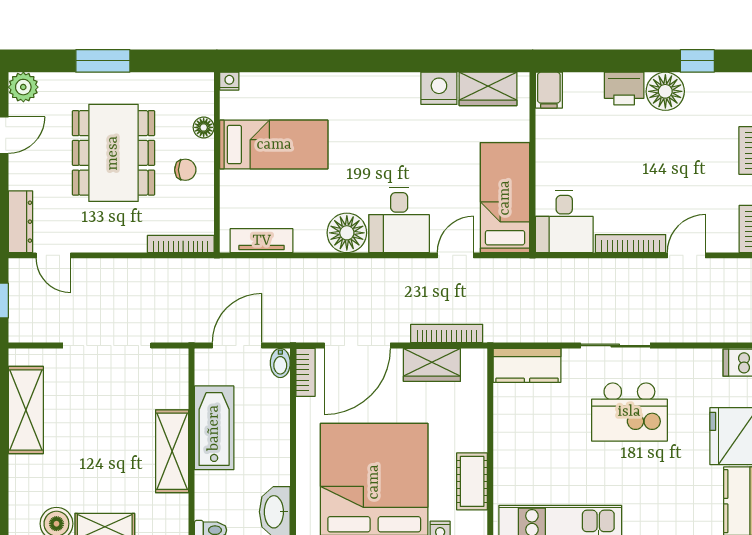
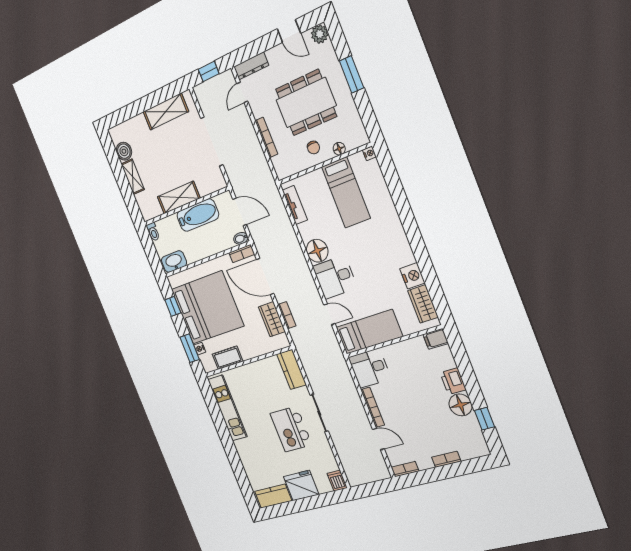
bookcase: (181, 244) -> (266, 137), moved
bookcase: (447, 334) -> (287, 315), width x0.64

